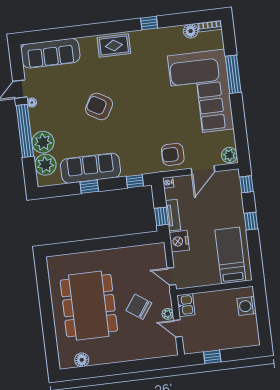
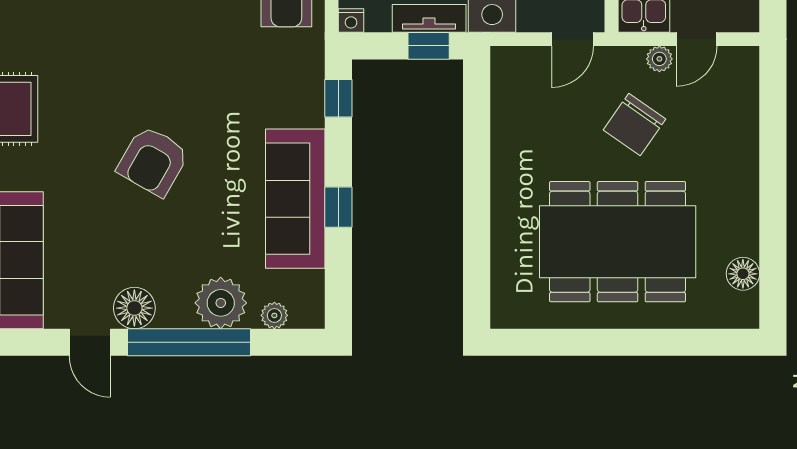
floor lamp: (32, 103) -> (134, 308), width x1.89, depth x1.89
plant: (45, 165) -> (274, 315), width x0.53, depth x0.53

